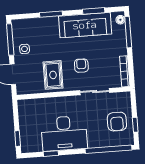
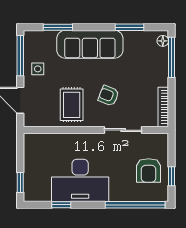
window: (51, 14) -> (58, 27), moved
sofa: (85, 25) -> (90, 44), moved
armchair: (81, 66) -> (109, 96), turned -68

